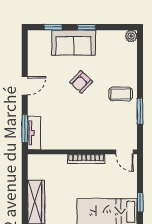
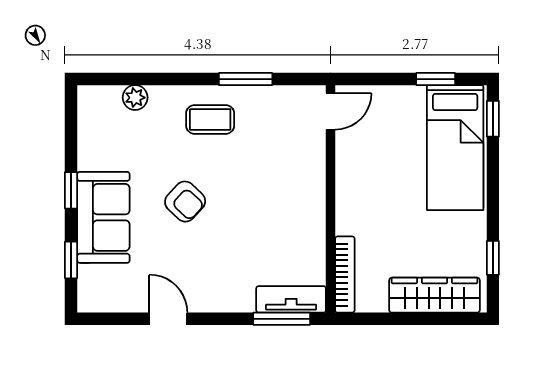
plant: (131, 36) -> (135, 98), moved
door: (25, 86) -> (168, 319), moved
coffee table: (121, 94) -> (210, 119), turned 90
bookcase: (86, 159) -> (345, 275), moved

